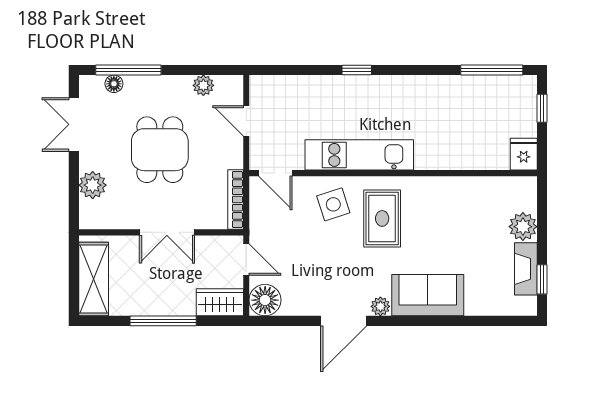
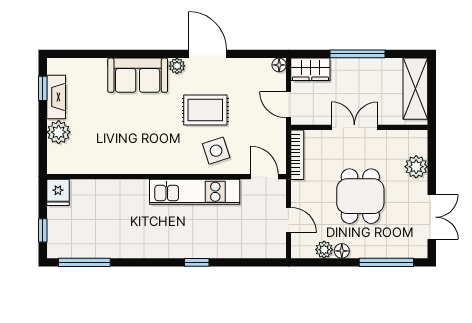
floor lamp: (114, 84) -> (342, 251), moved
rug: (382, 218) -> (205, 110), moved, turned 90
floor lamp: (265, 300) -> (279, 65), width x0.53, depth x0.53
door: (344, 321) -> (208, 54), hinge flipped

